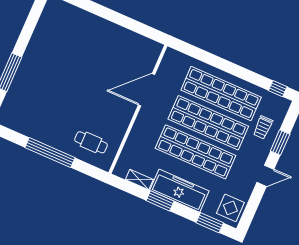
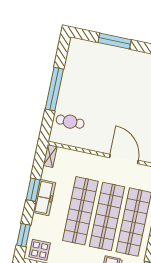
cafe table: (91, 142) -> (70, 122), turned 90
shelving: (139, 180) -> (50, 156), moved
freezer: (179, 191) -> (44, 198), width x0.73, depth x0.79

